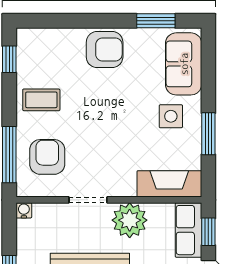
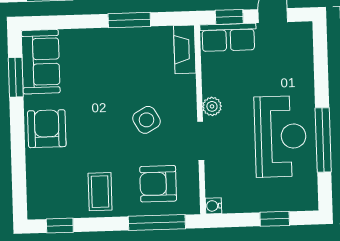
sofa: (184, 64) -> (41, 62), moved, turned -90
side table: (171, 116) -> (147, 120), moved, turned -30
fireplace: (169, 184) -> (185, 49), width x0.73, depth x0.76
plant: (130, 220) -> (212, 106), width x0.53, depth x0.53

